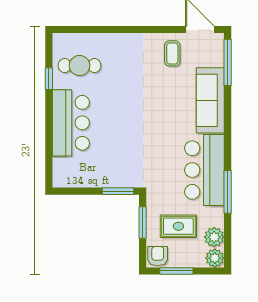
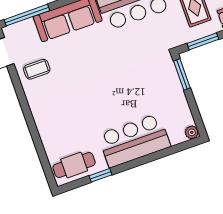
cafe table: (80, 66) -> (74, 165), moved, turned 90
plant: (59, 181) -> (192, 132), added

